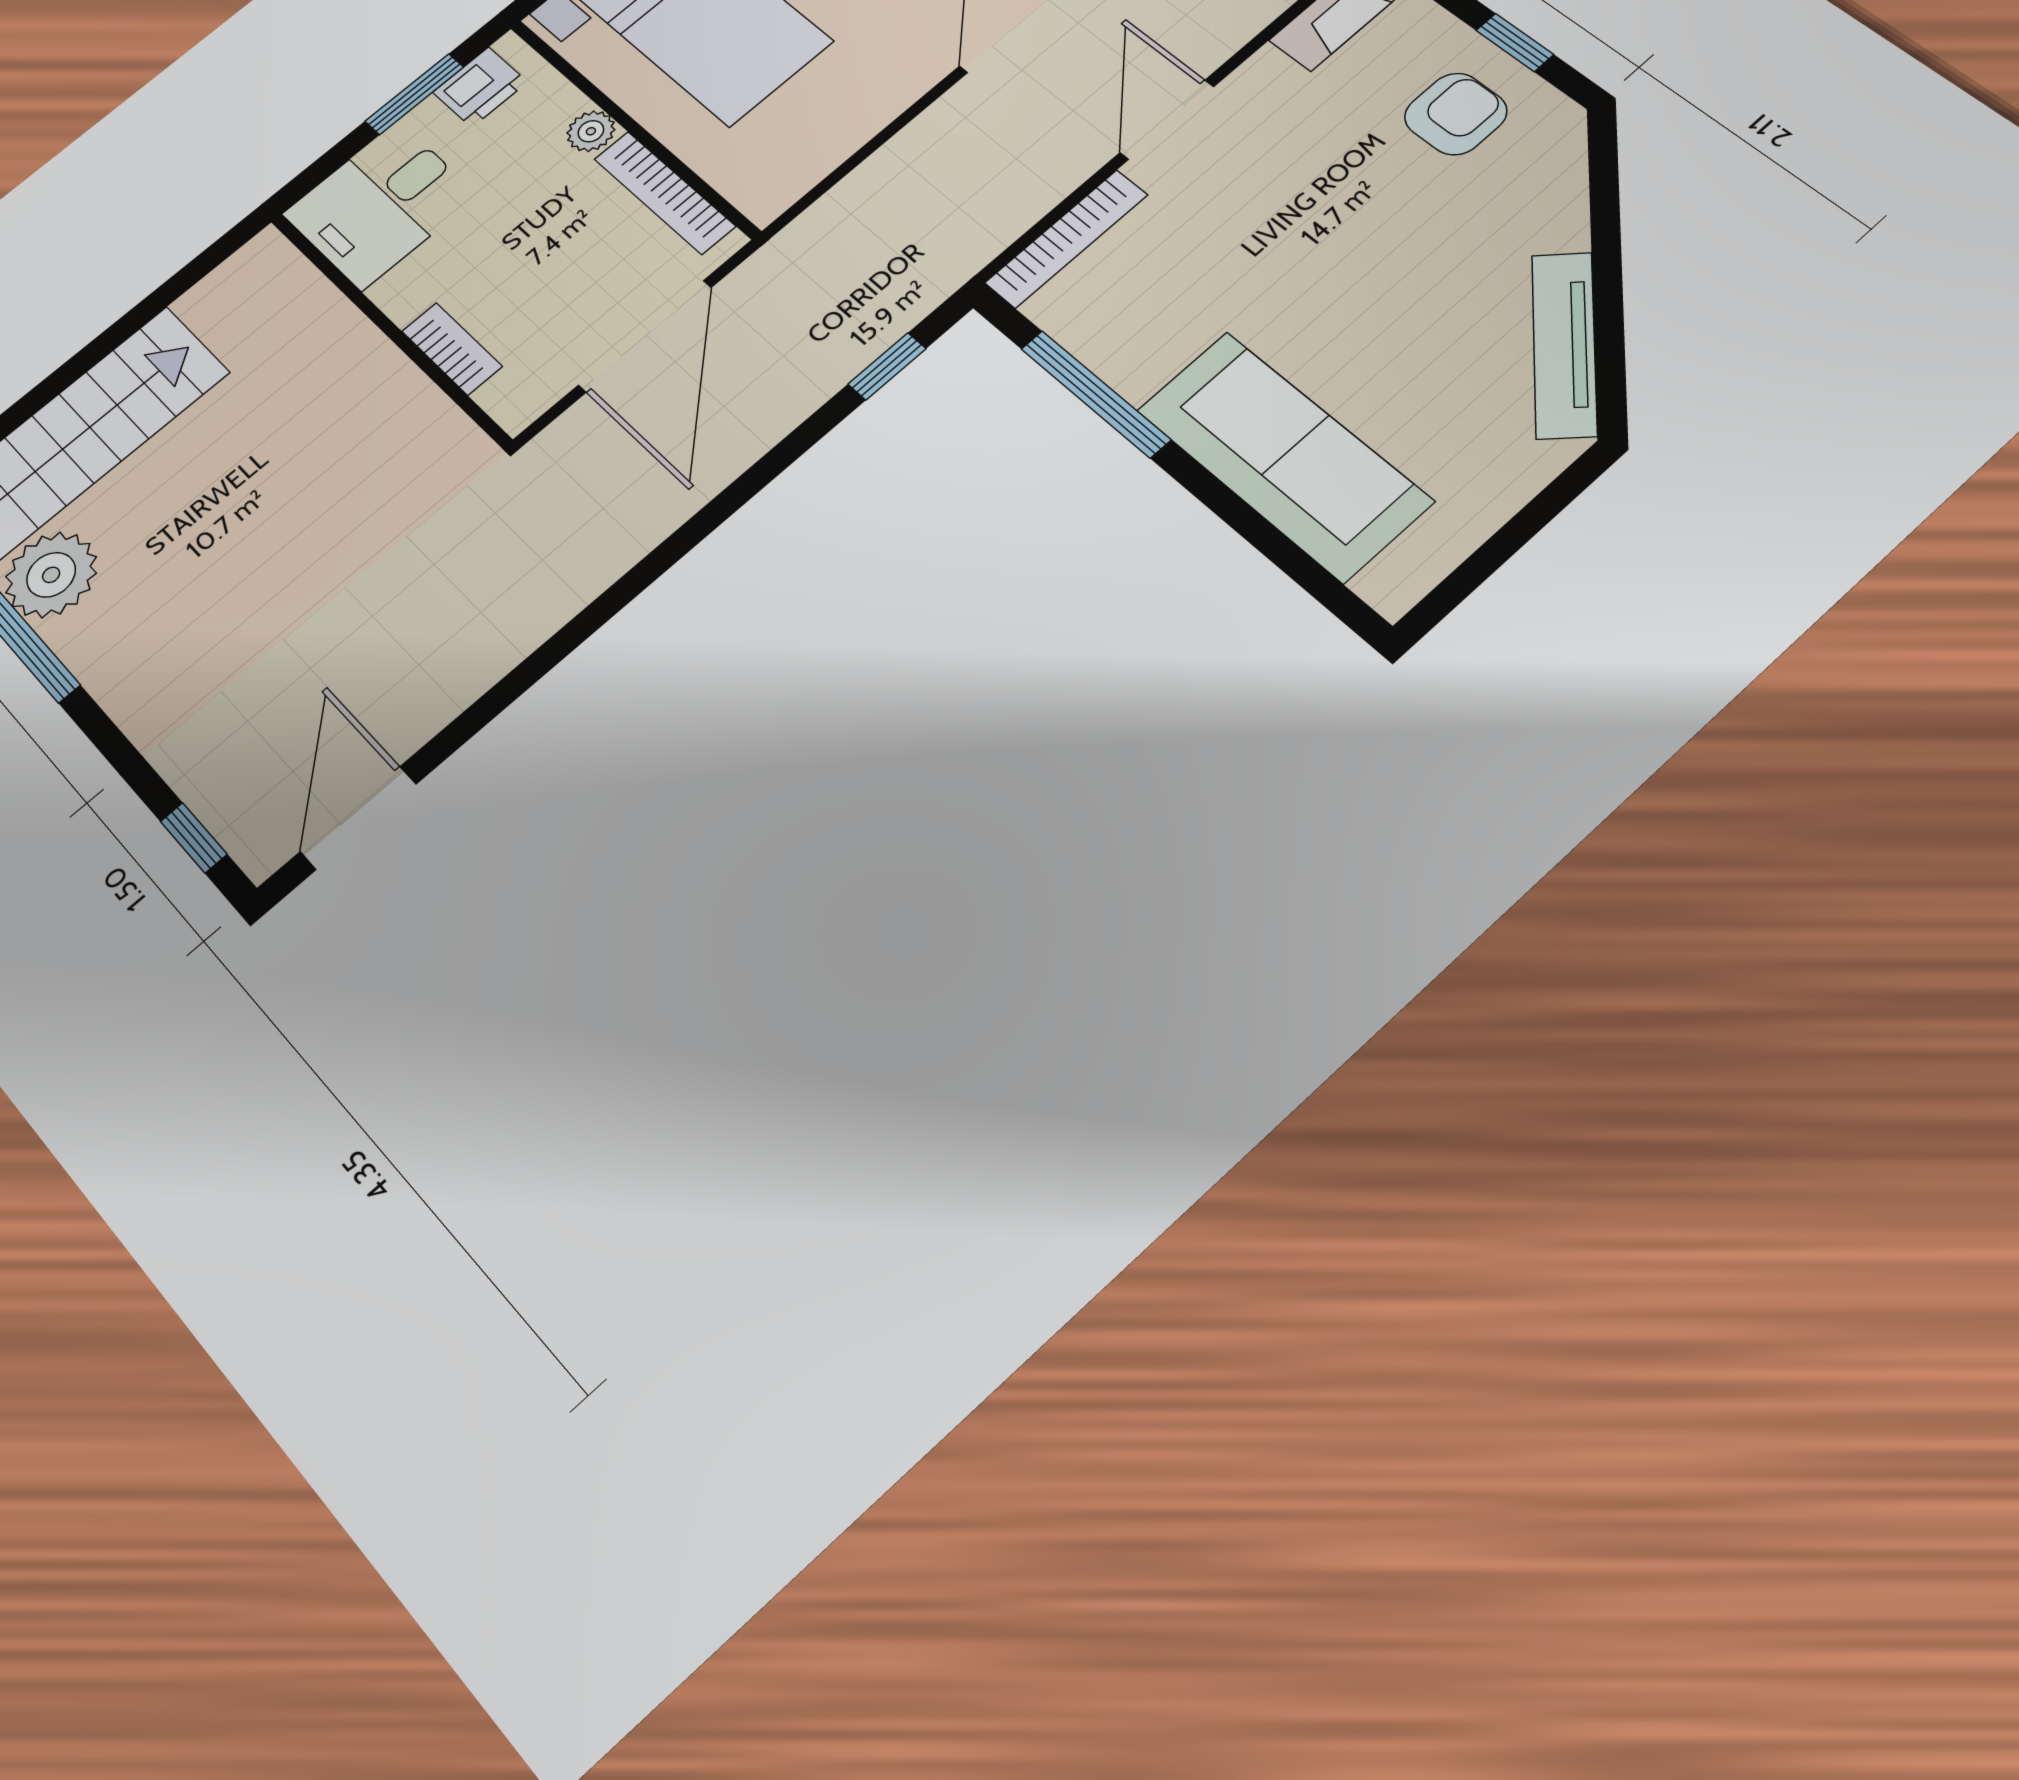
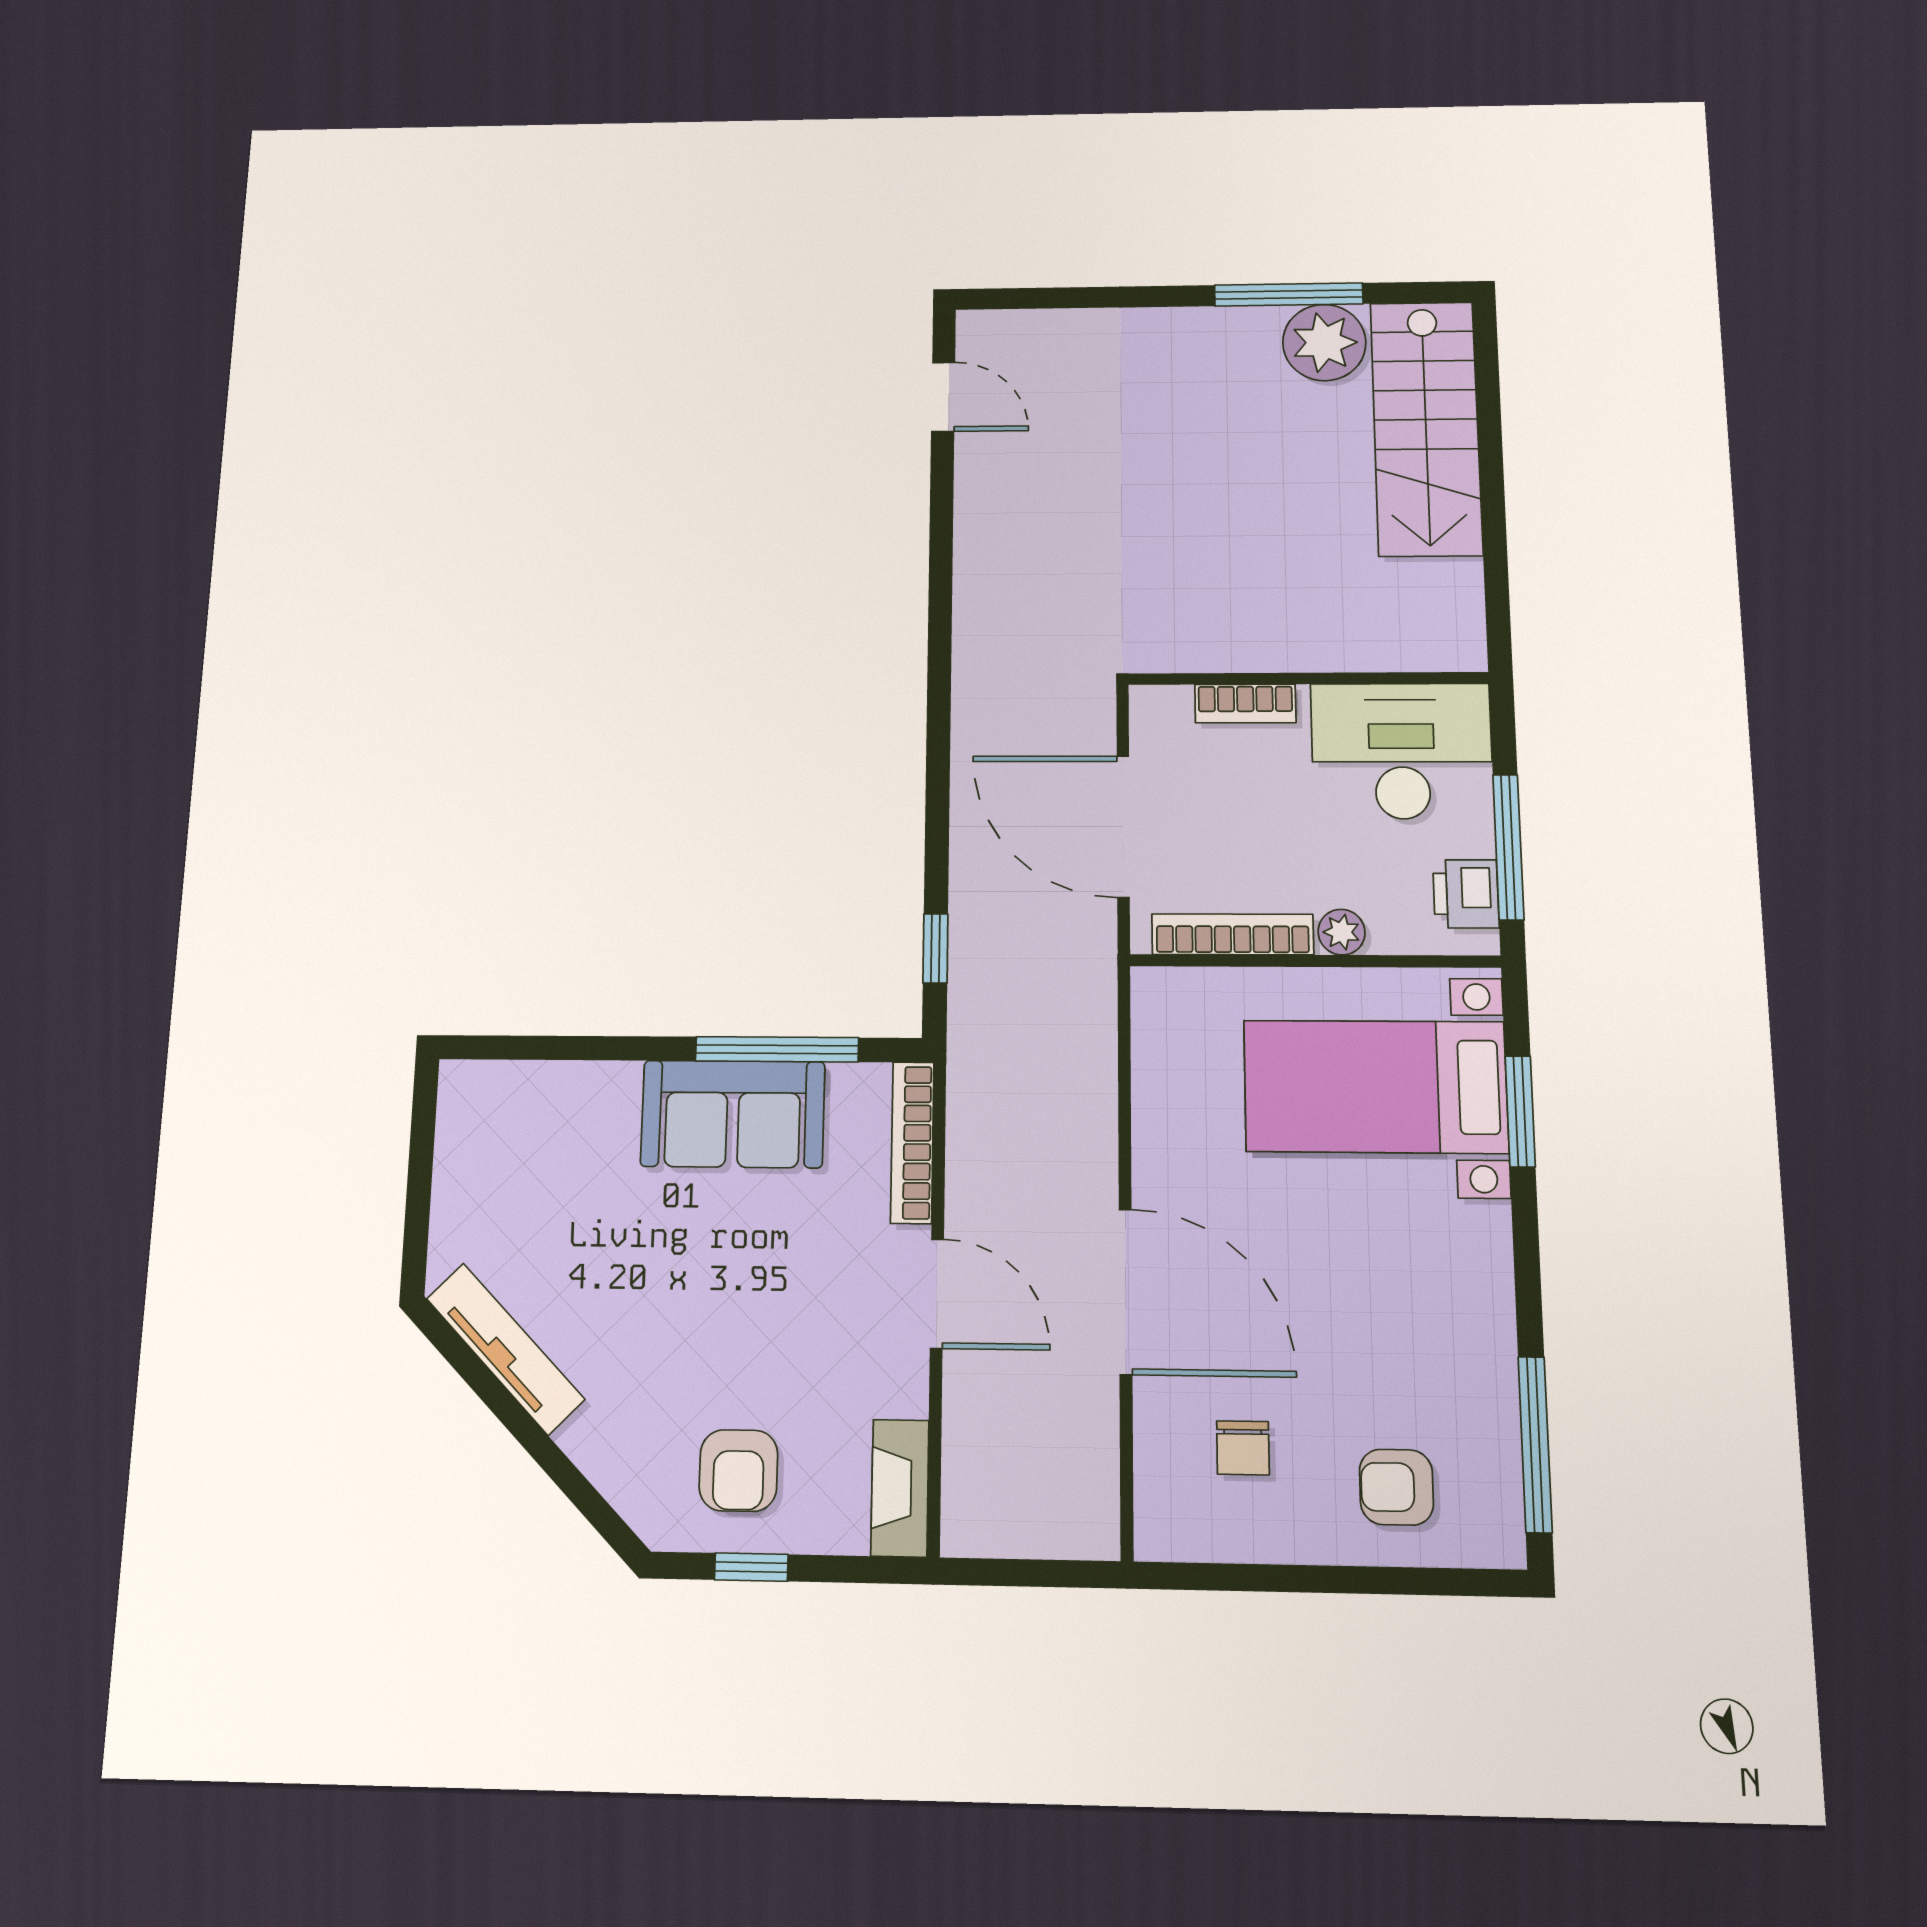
window: (414, 94) -> (1508, 847), width x1.44
desk: (380, 205) -> (1402, 751), width x1.37
sofa: (1284, 455) -> (733, 1114), moved, width x0.73
door: (358, 818) -> (943, 397), width x0.73
window: (194, 838) -> (1029, 298), removed

